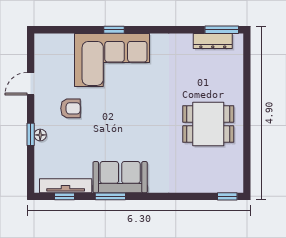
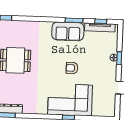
armchair: (70, 108) -> (72, 68), moved

